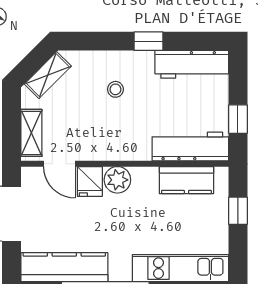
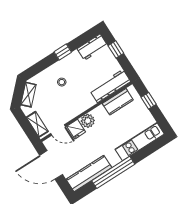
workbench: (192, 64) -> (92, 47), width x0.73
window: (238, 119) -> (116, 49), moved

